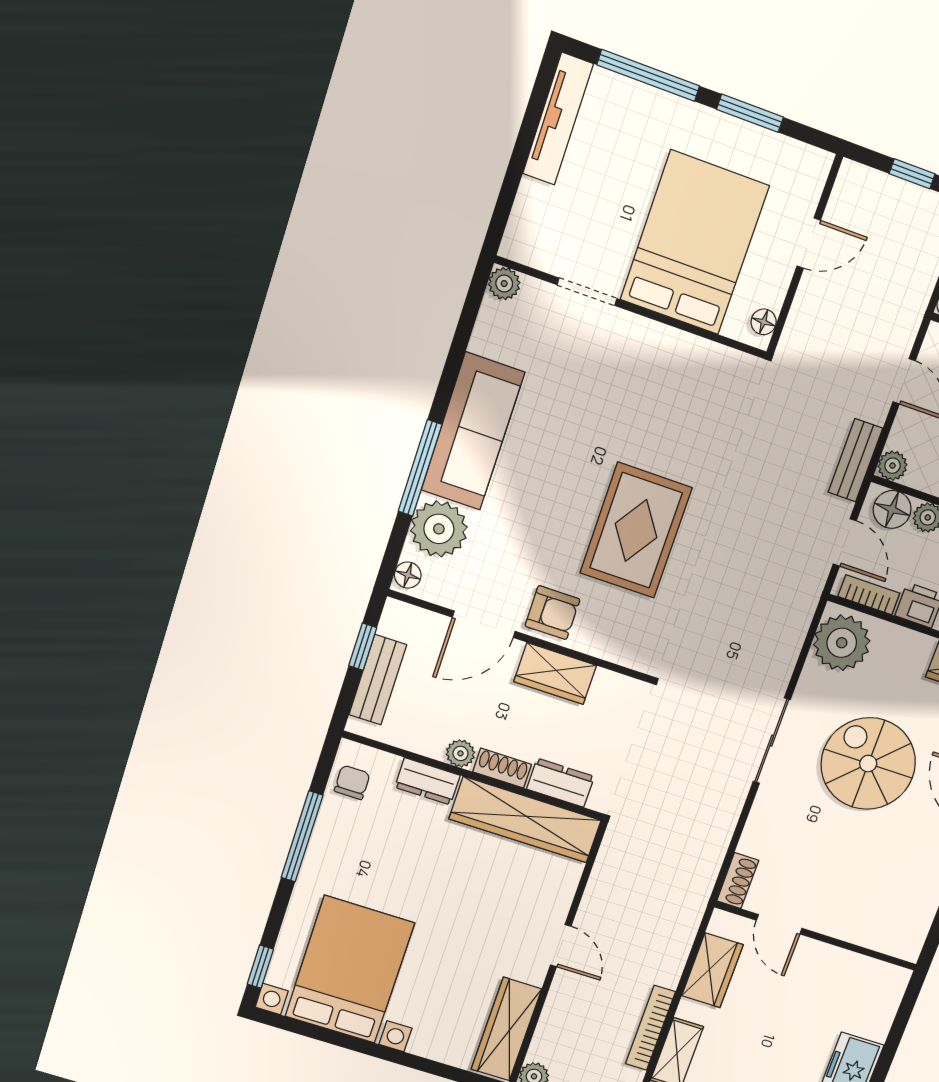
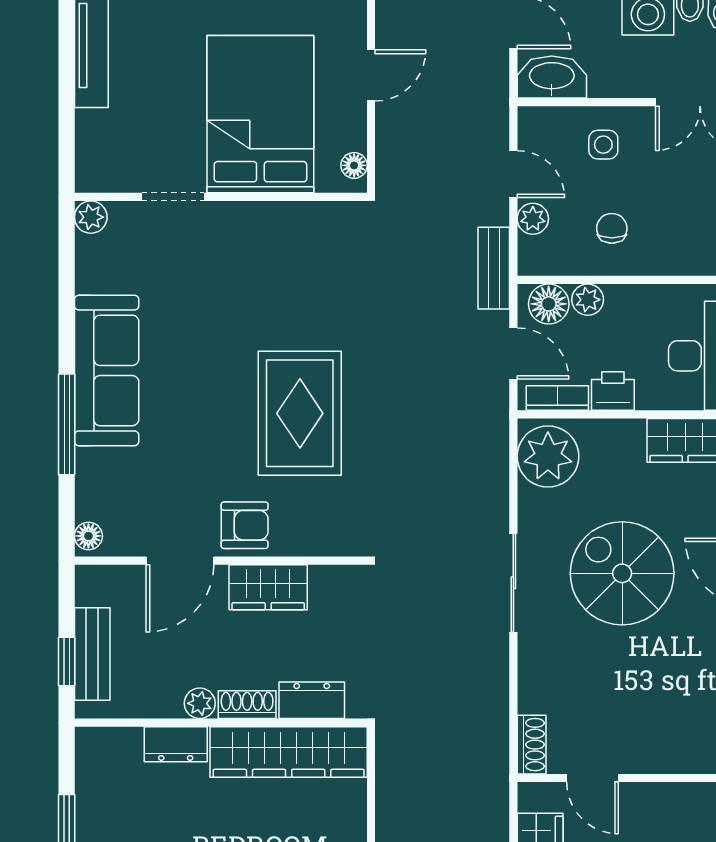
plant: (892, 466) -> (533, 219), moved
plant: (439, 529) -> (104, 479), removed
window: (363, 647) -> (67, 662), moved
chair: (352, 782) -> (100, 771), removed

